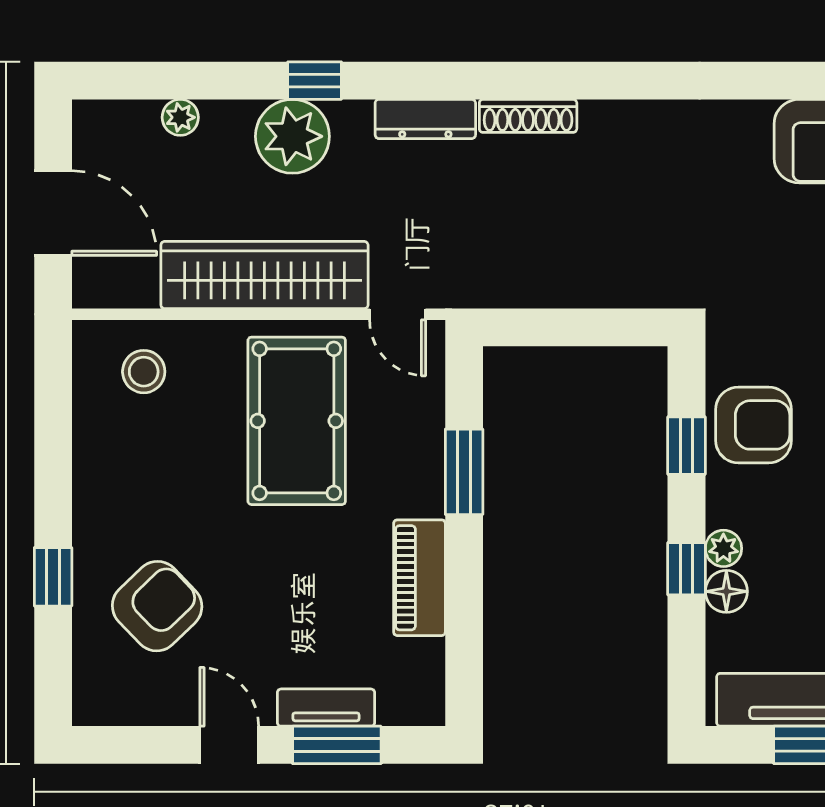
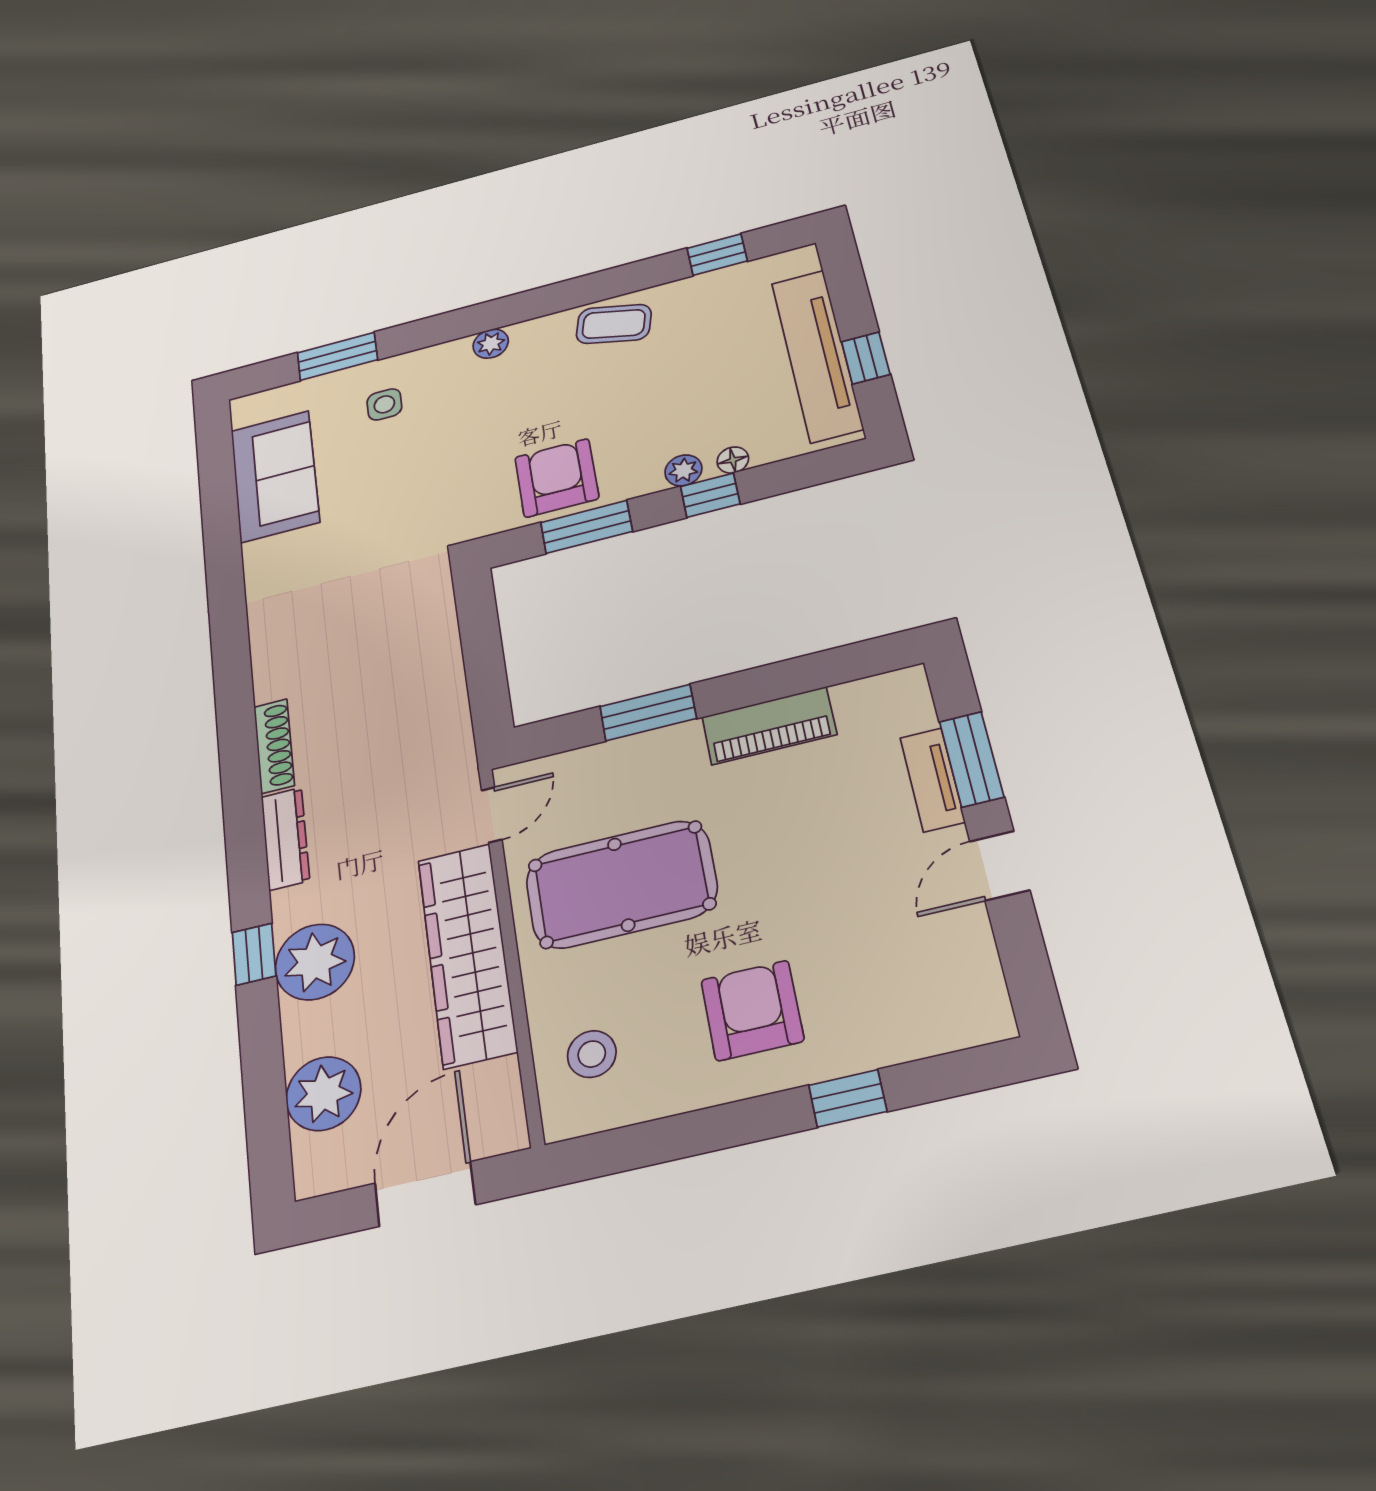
plant: (180, 117) -> (323, 1094), width x1.88, depth x1.88
window: (687, 446) -> (586, 527), width x1.50
floor lamp: (726, 591) -> (733, 460), width x0.73, depth x0.73
armchair: (157, 606) -> (752, 1010), moved, turned 44

